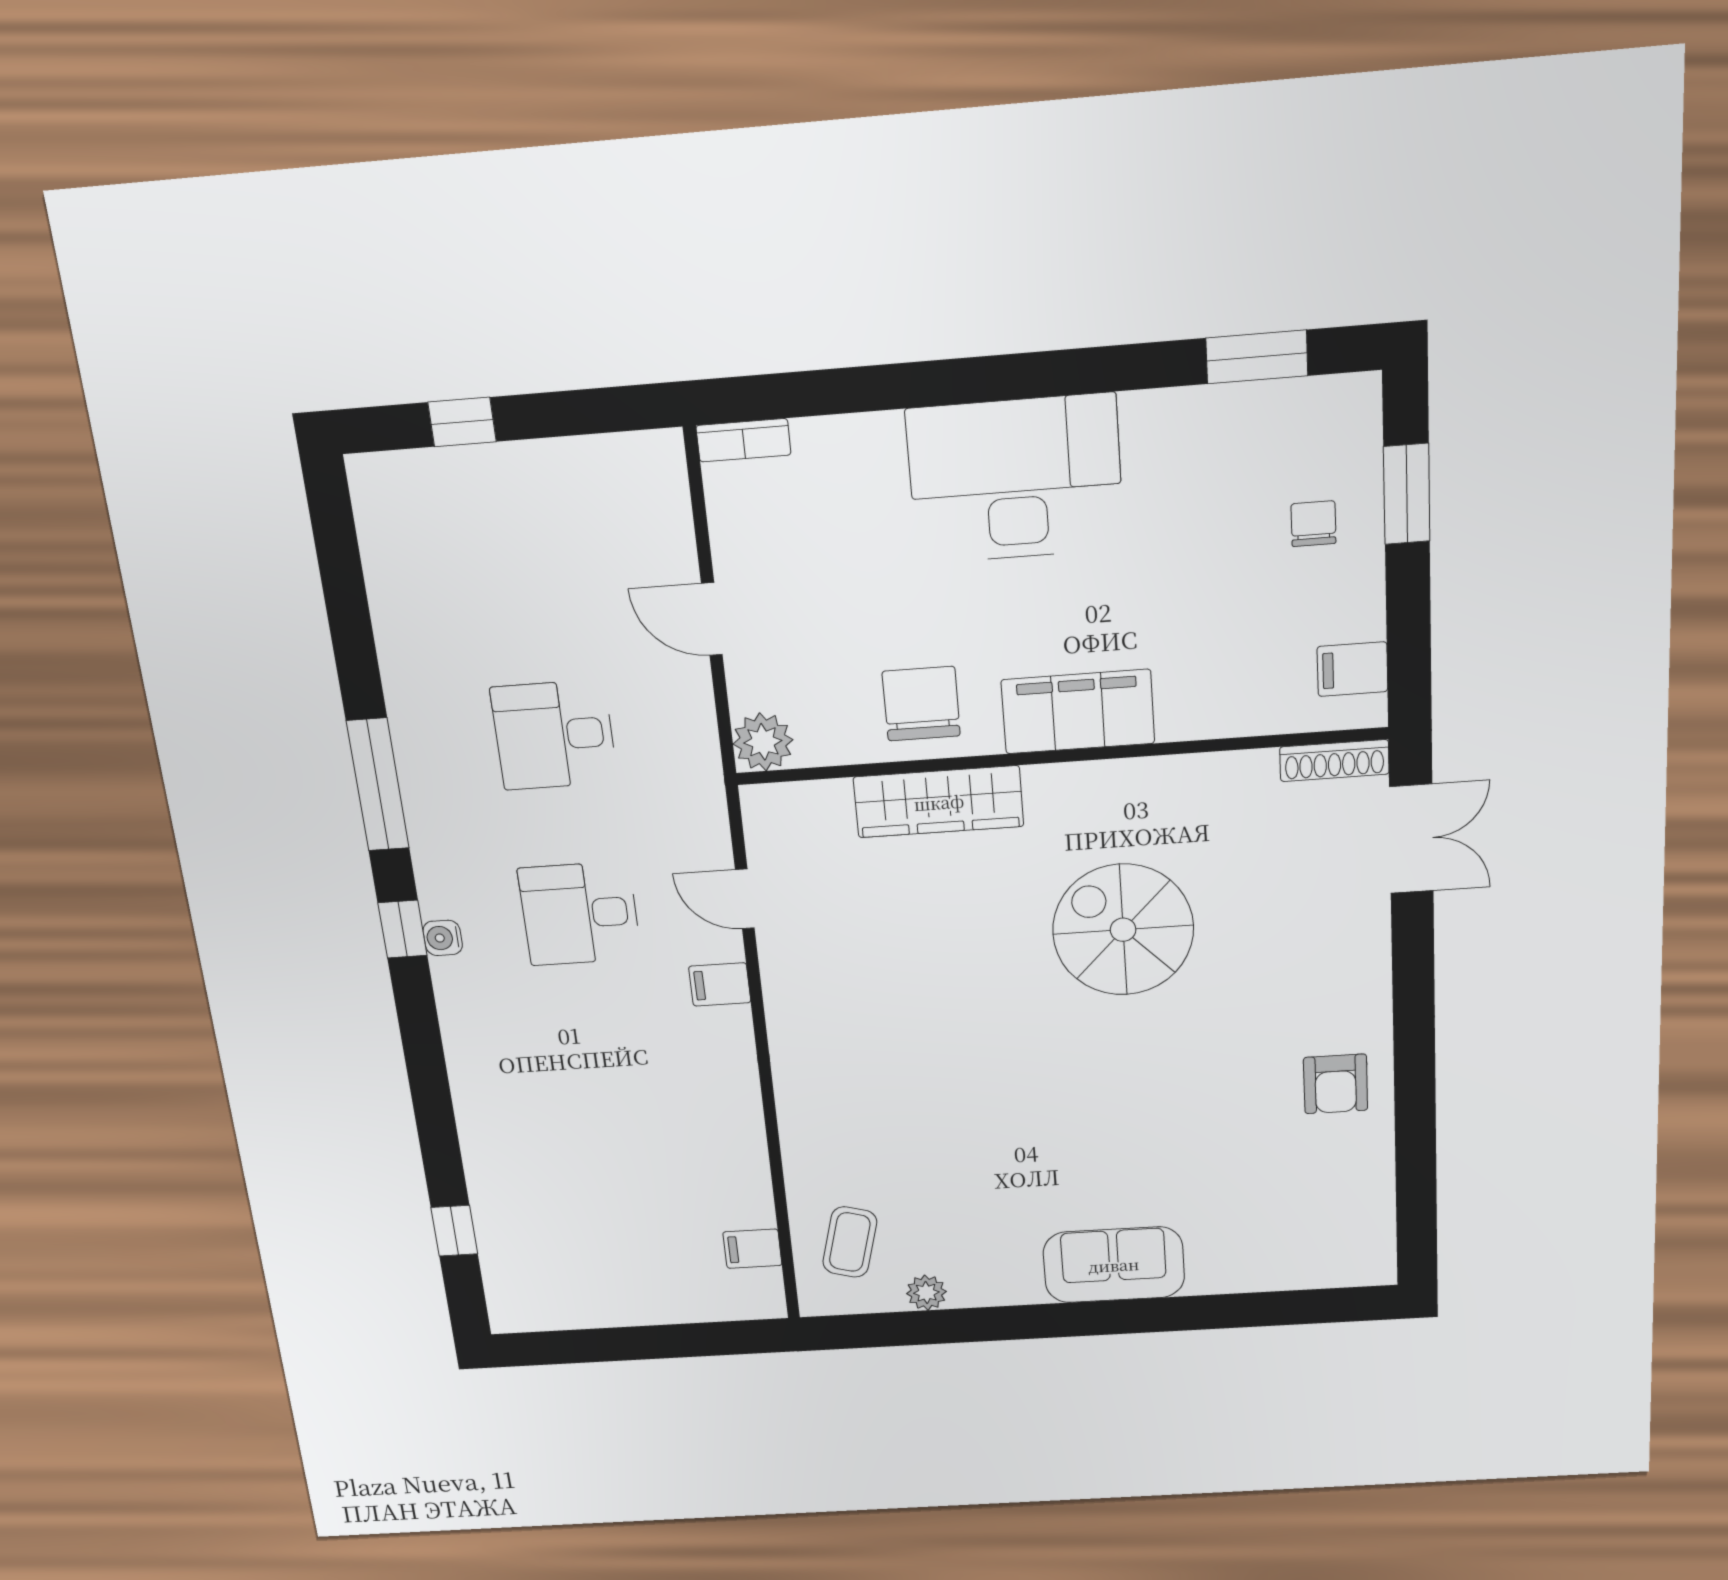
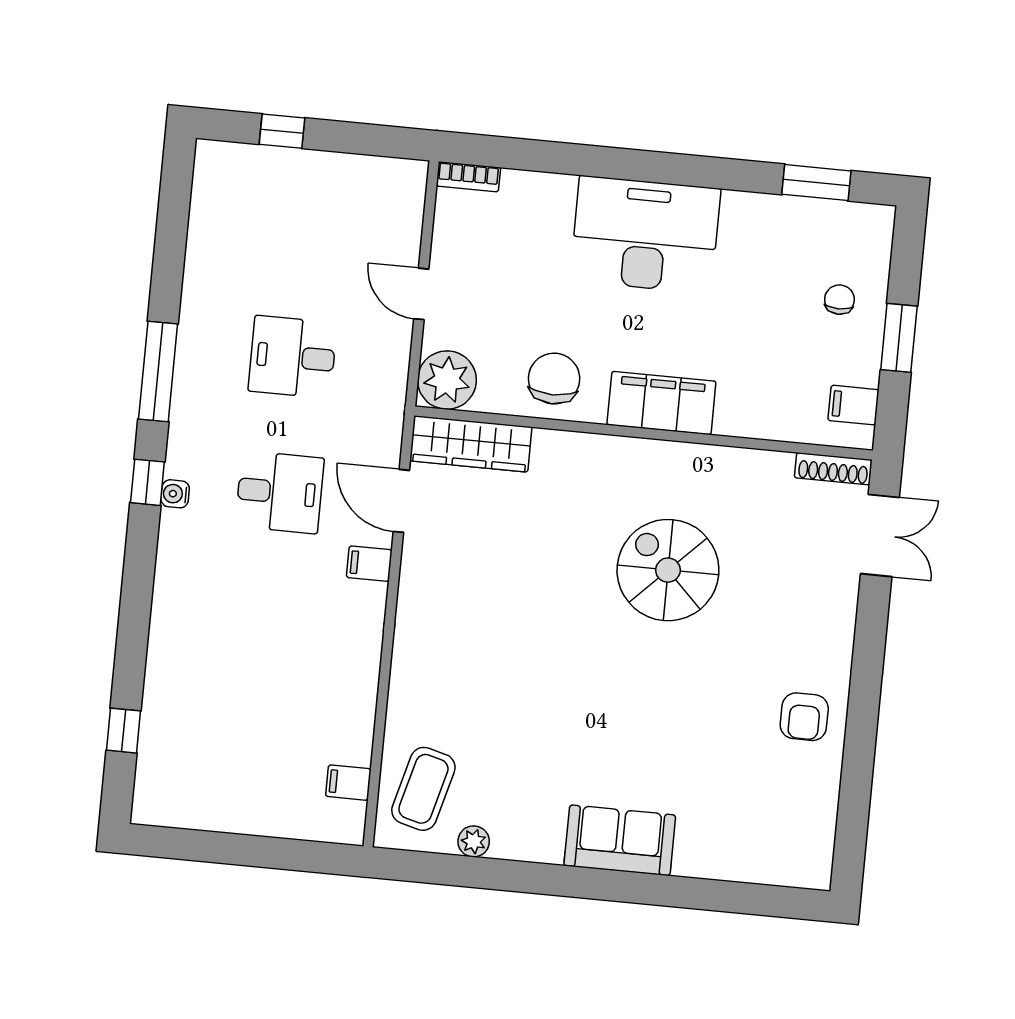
window: (1407, 494) -> (899, 338), moved
plant: (763, 742) -> (447, 380), width x1.36, depth x1.36
wardrobe: (939, 802) -> (471, 444), moved
door: (745, 899) -> (401, 501), width x1.37
desk: (580, 914) -> (280, 492), turned 180
coffee table: (850, 1242) -> (423, 789), width x1.36, depth x1.30

